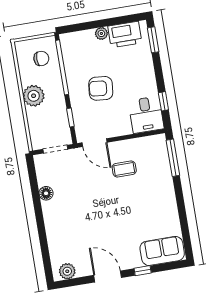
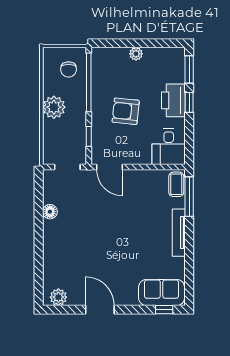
printer: (125, 34) -> (173, 100), moved, turned 90
chair: (41, 58) -> (69, 69), turned 90
window: (163, 101) -> (189, 102), moved
coffee table: (124, 169) -> (176, 184), moved, turned 90
tv unit: (169, 193) -> (179, 233), added
window: (143, 271) -> (164, 310), moved

